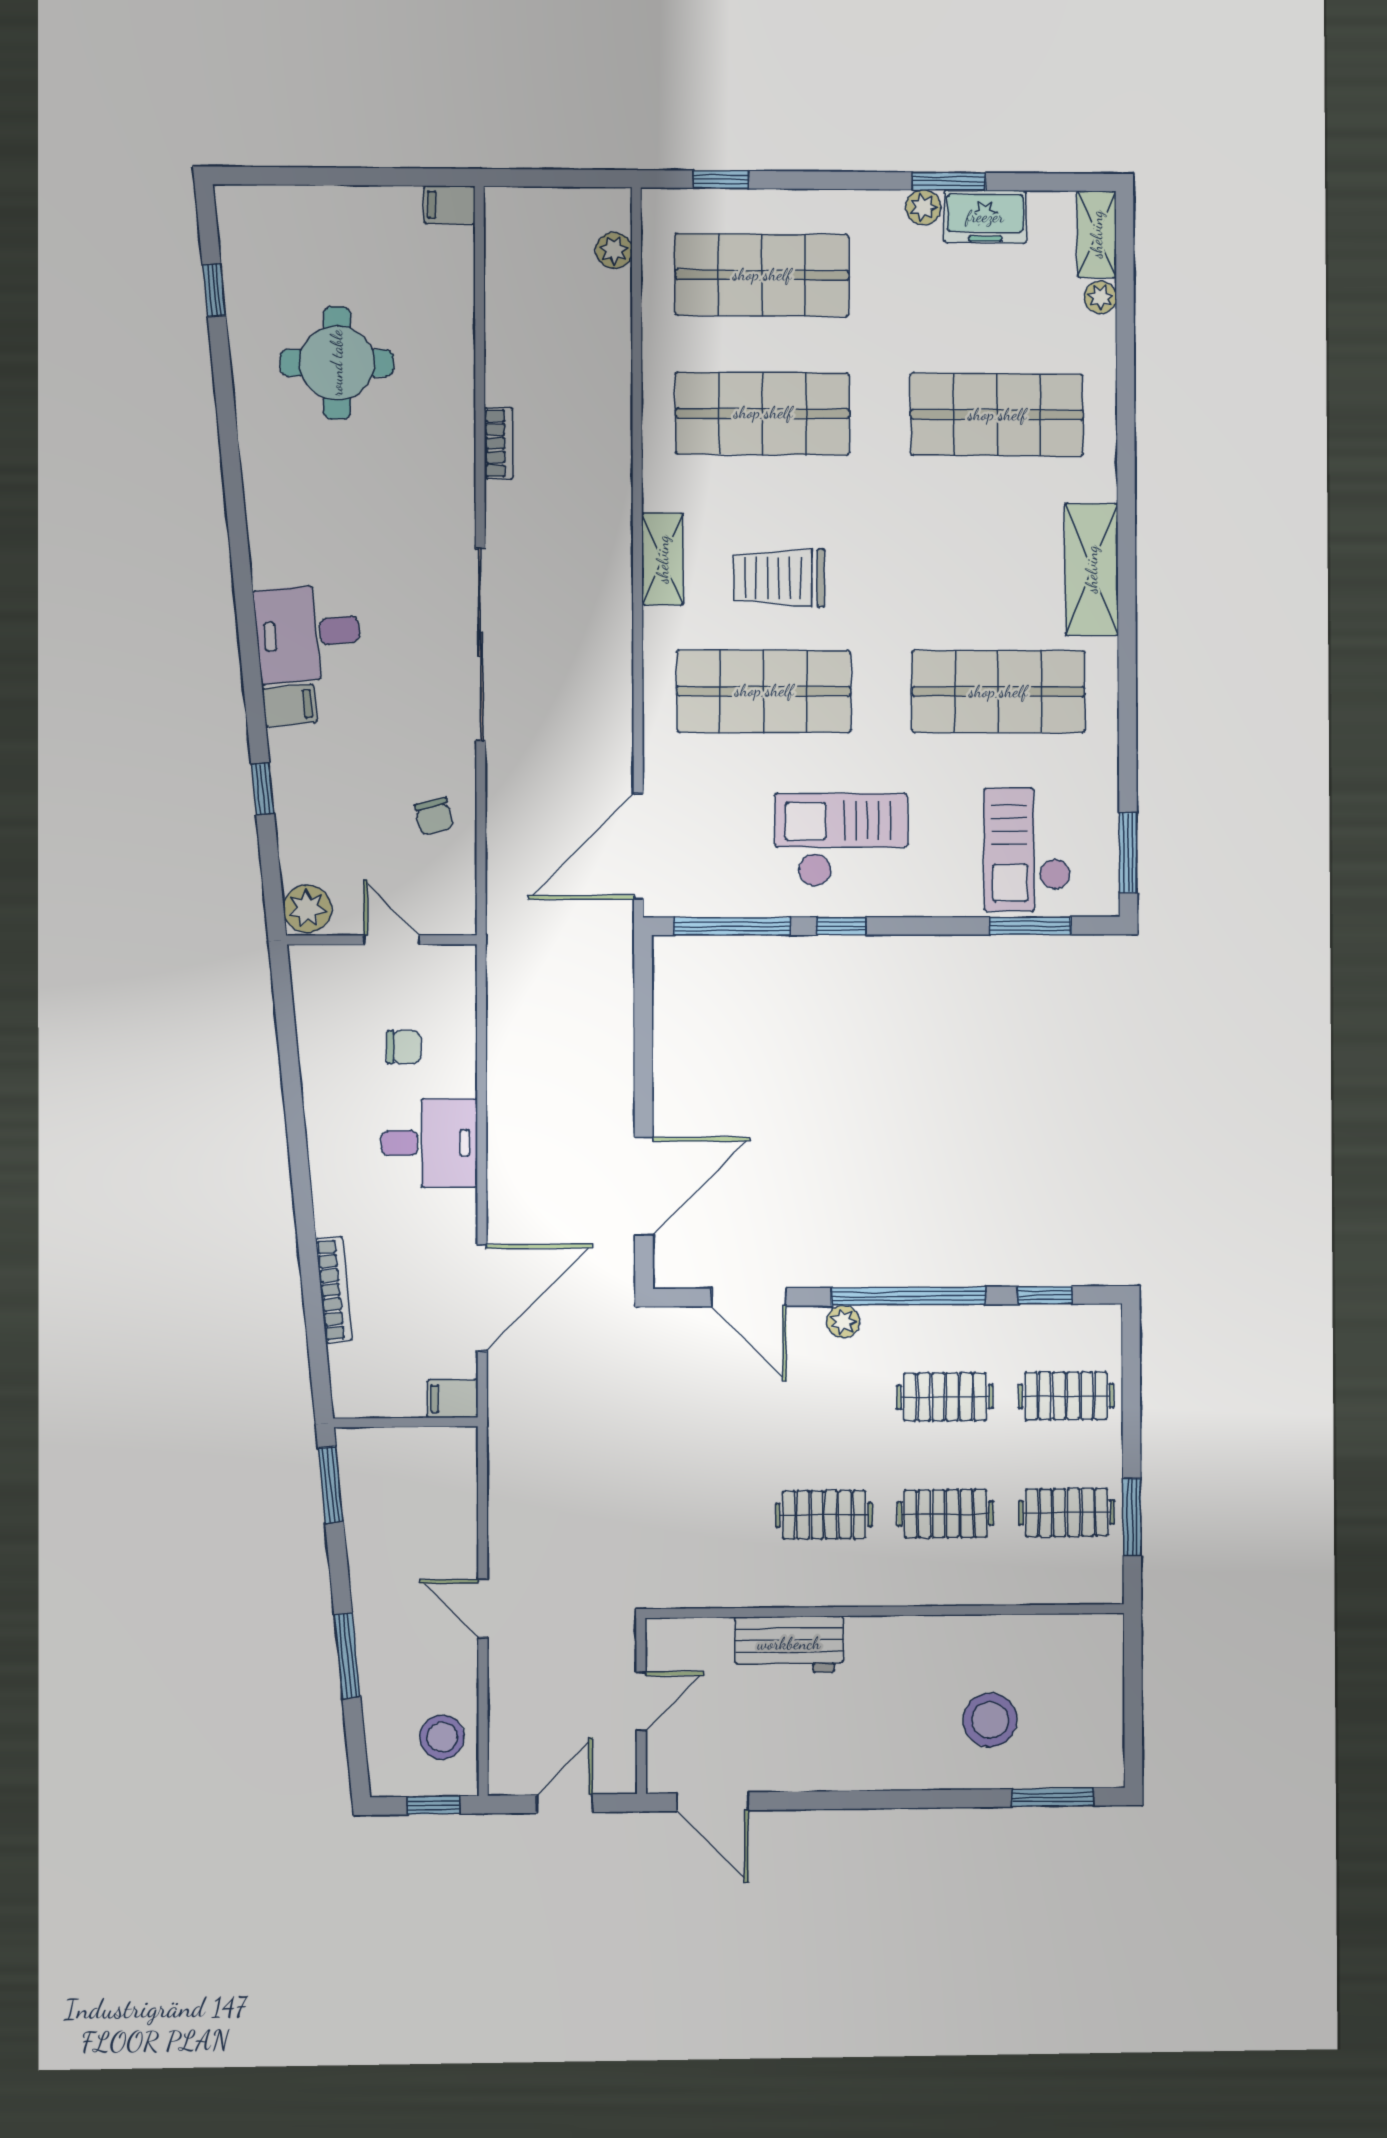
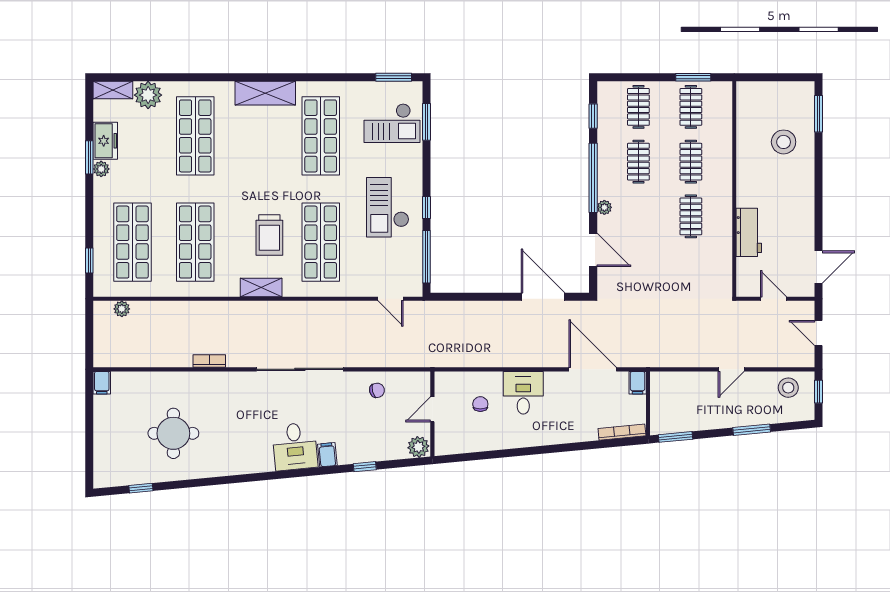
plant: (1100, 297) -> (148, 95), width x1.87, depth x1.87
door: (638, 846) -> (391, 299), width x0.53
bookcase: (334, 1290) -> (622, 432), moved
door: (749, 1297) -> (593, 250), hinge flipped

